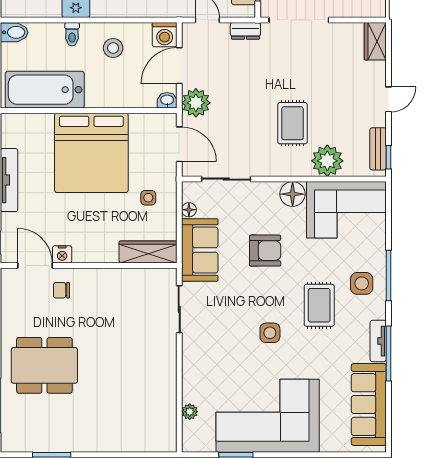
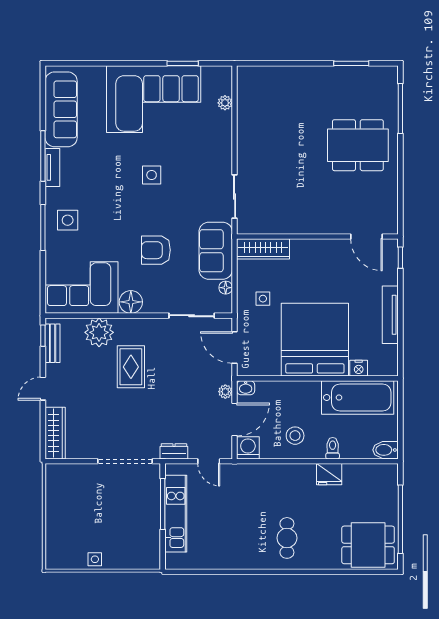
wardrobe: (375, 41) -> (55, 433), width x1.50
plant: (196, 103) -> (225, 392), width x0.53, depth x0.53
nightstand: (62, 254) -> (359, 368), moved, turned 180
chair: (61, 290) -> (342, 214), removed
rug: (319, 305) -> (106, 200), removed

